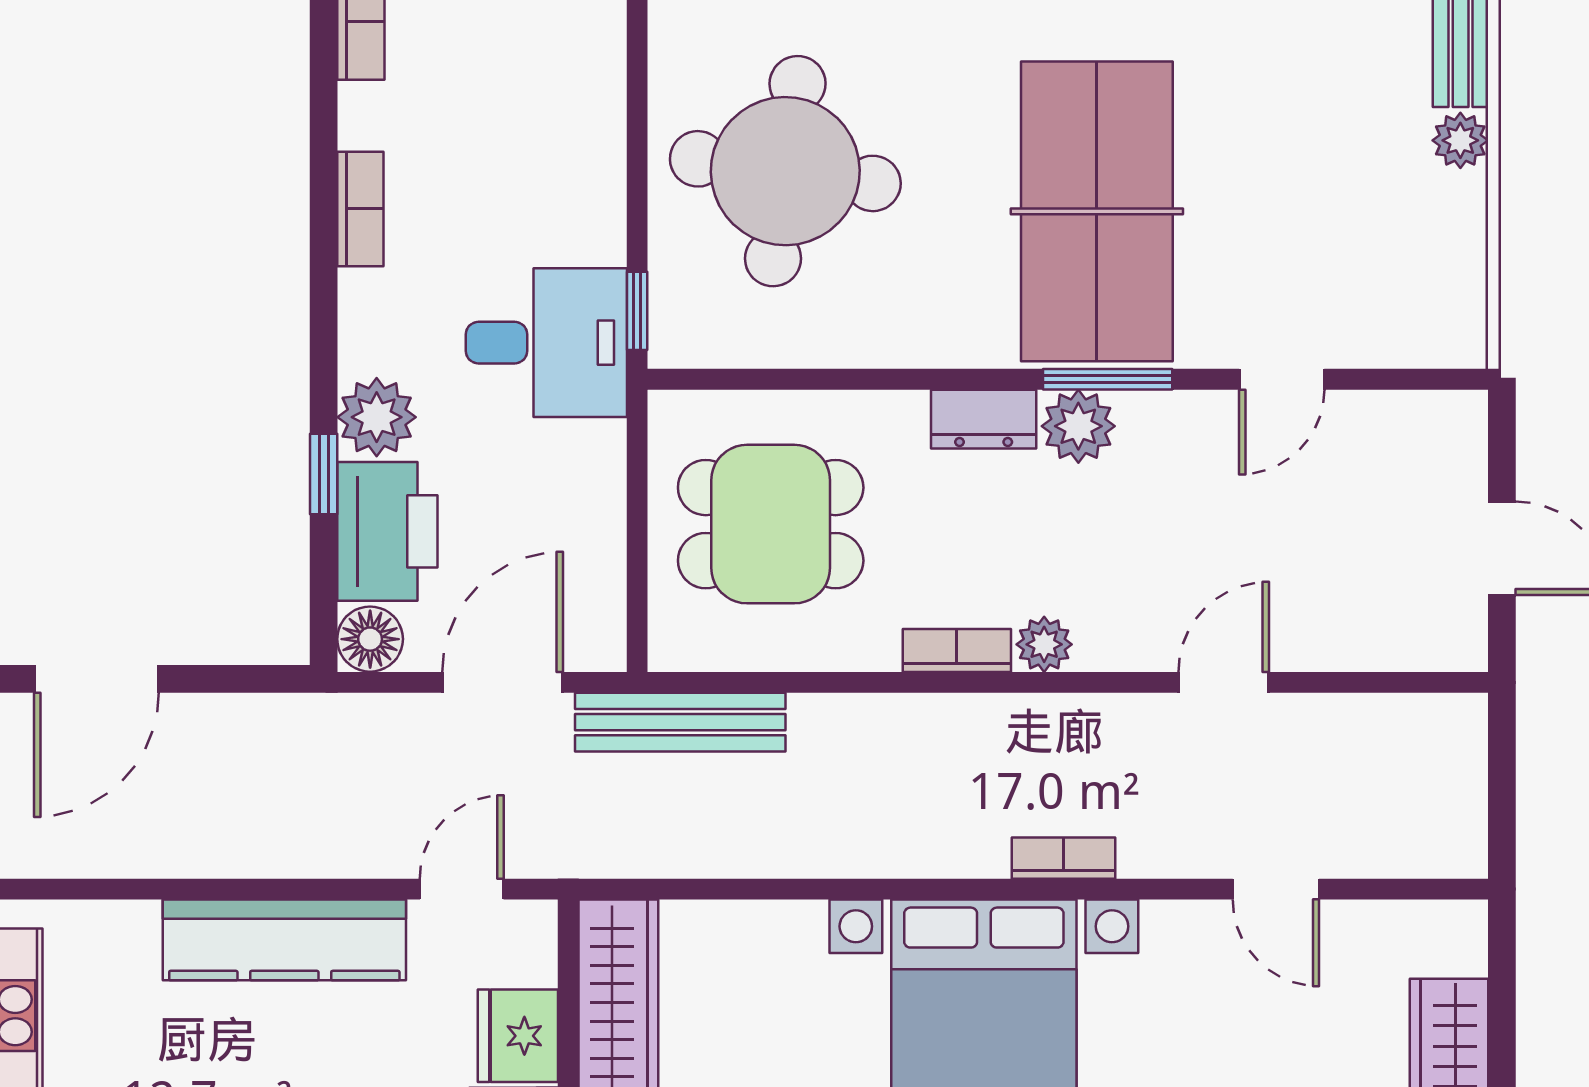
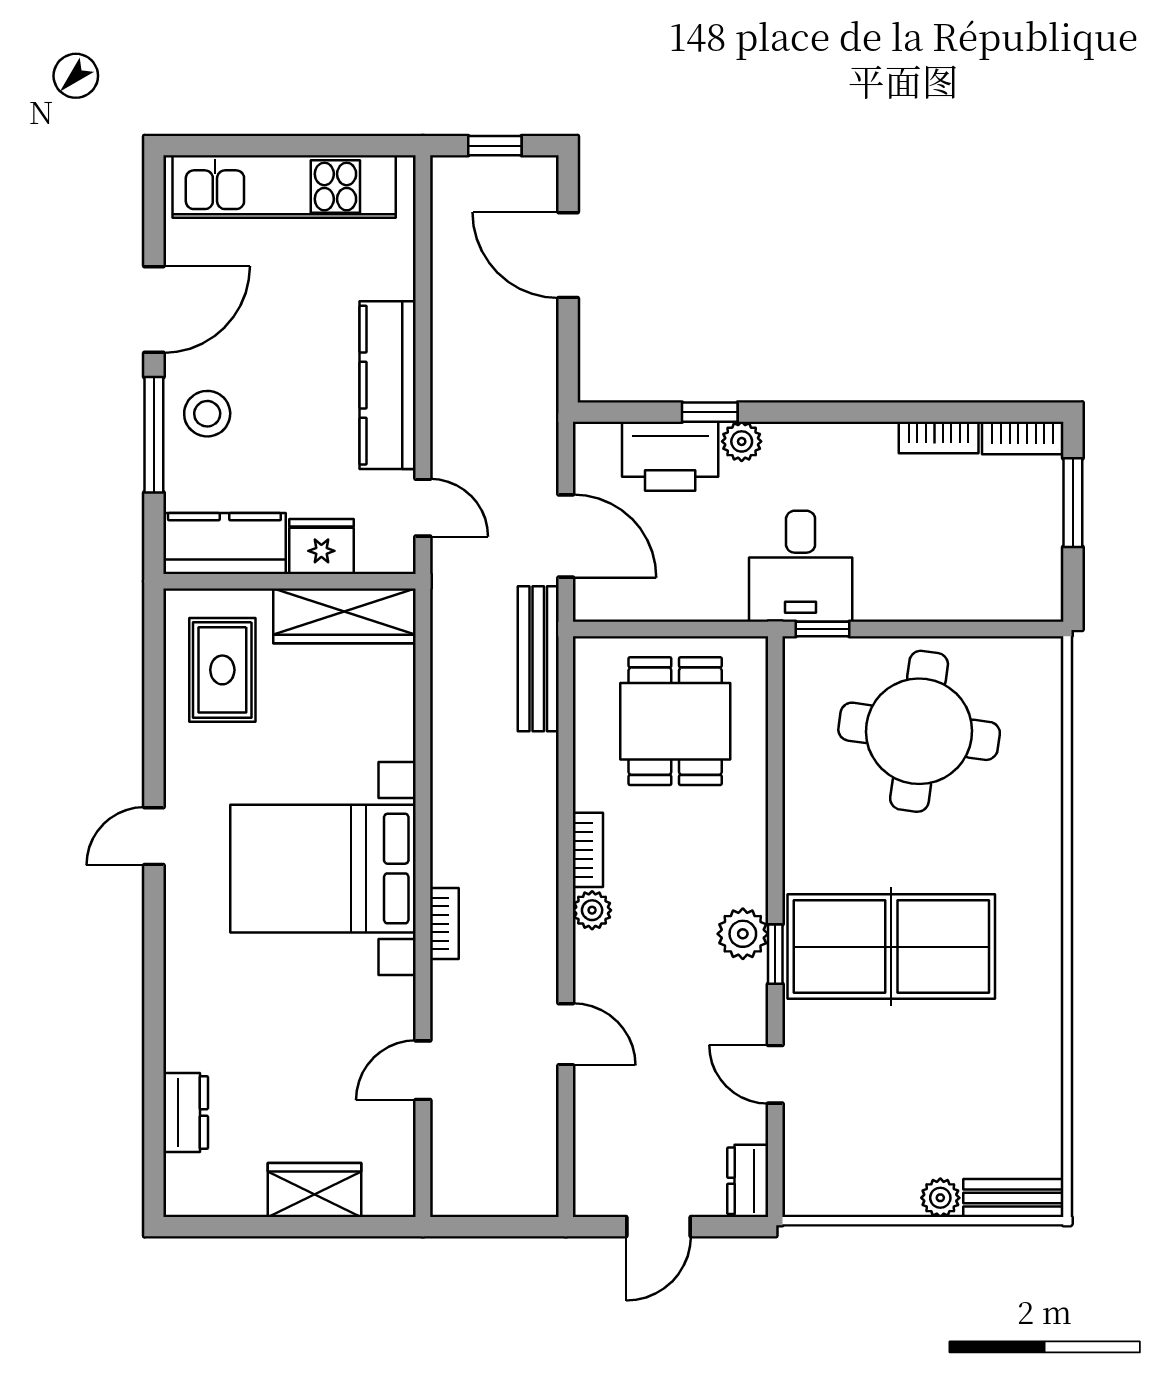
bookcase: (360, 209) -> (939, 438), moved
window: (1108, 379) -> (775, 954), width x0.67
plant: (377, 417) -> (742, 441), width x0.73, depth x0.73
dresser: (984, 419) -> (748, 1181), moved
floor lamp: (370, 639) -> (596, 444), removed

